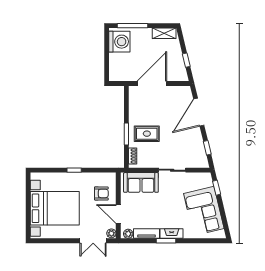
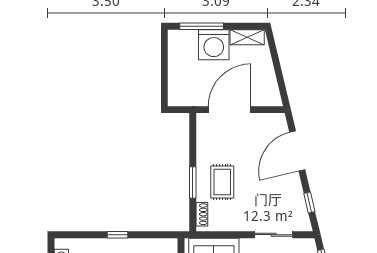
washing machine: (119, 42) -> (214, 45), moved, turned 90
window: (186, 60) -> (279, 76), removed
rug: (147, 134) -> (222, 182), turned 90
sliding door: (172, 170) -> (274, 235), moved

